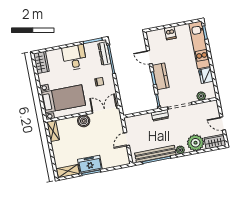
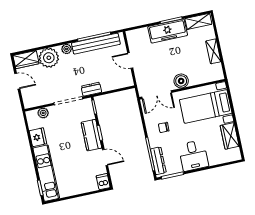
dishwasher: (170, 33) -> (103, 182), moved
wardrobe: (41, 62) -> (230, 136), moved
shelving: (53, 131) -> (213, 51), moved
door: (127, 139) -> (130, 60), swing flipped
freezer: (90, 164) -> (168, 31), width x1.40

